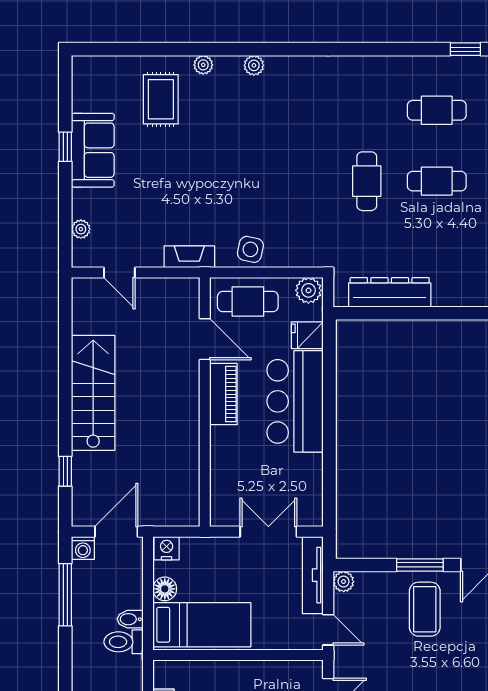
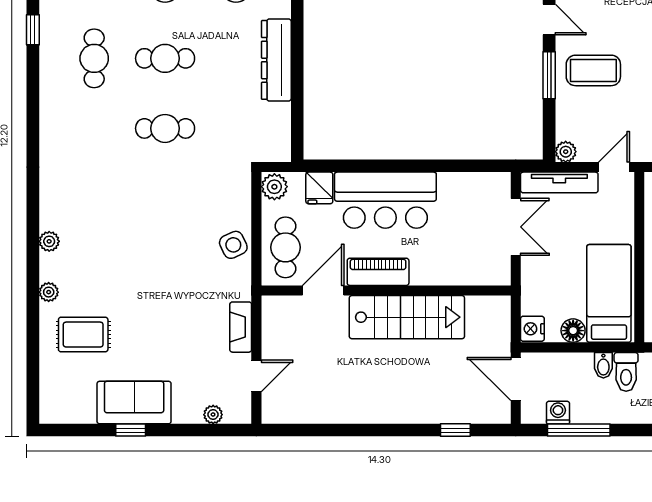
cafe table: (437, 181) -> (165, 58), turned 90
side table: (250, 249) -> (233, 245), turned -37
fireplace: (189, 257) -> (241, 327), moved
dresser: (390, 292) -> (276, 60), moved
stairs: (93, 393) -> (407, 317), moved, turned 180
double door: (268, 532) -> (516, 227), swing flipped
washing machine: (83, 548) -> (558, 412), moved, turned -90

